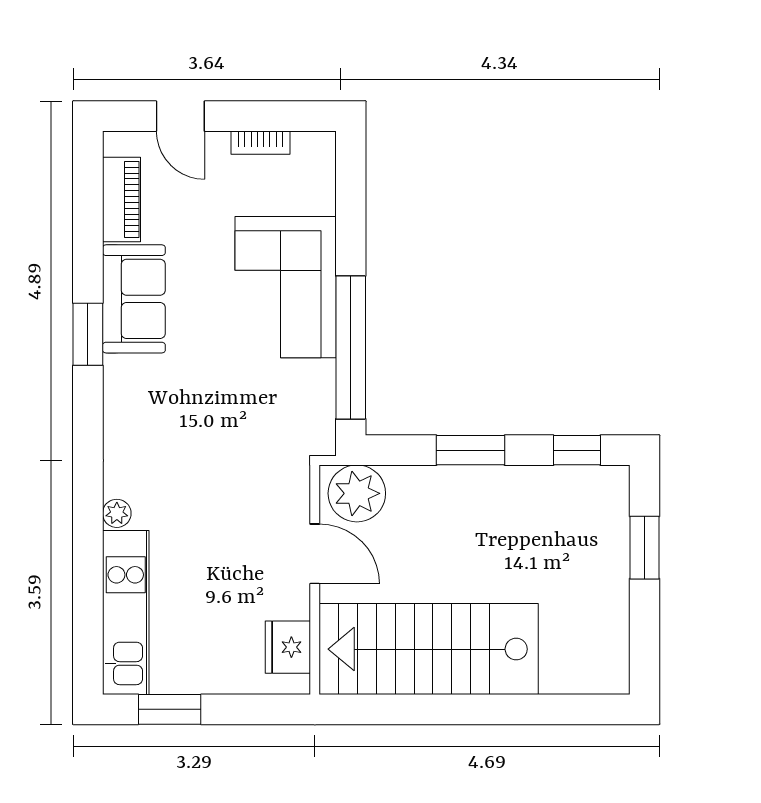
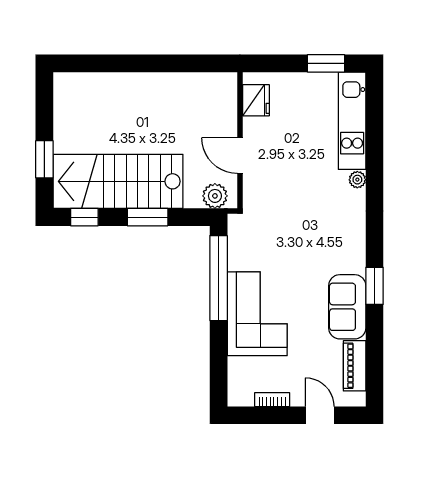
plant: (357, 493) -> (215, 196), width x0.73, depth x0.73
stairs: (429, 649) -> (118, 181), moved, turned 180

